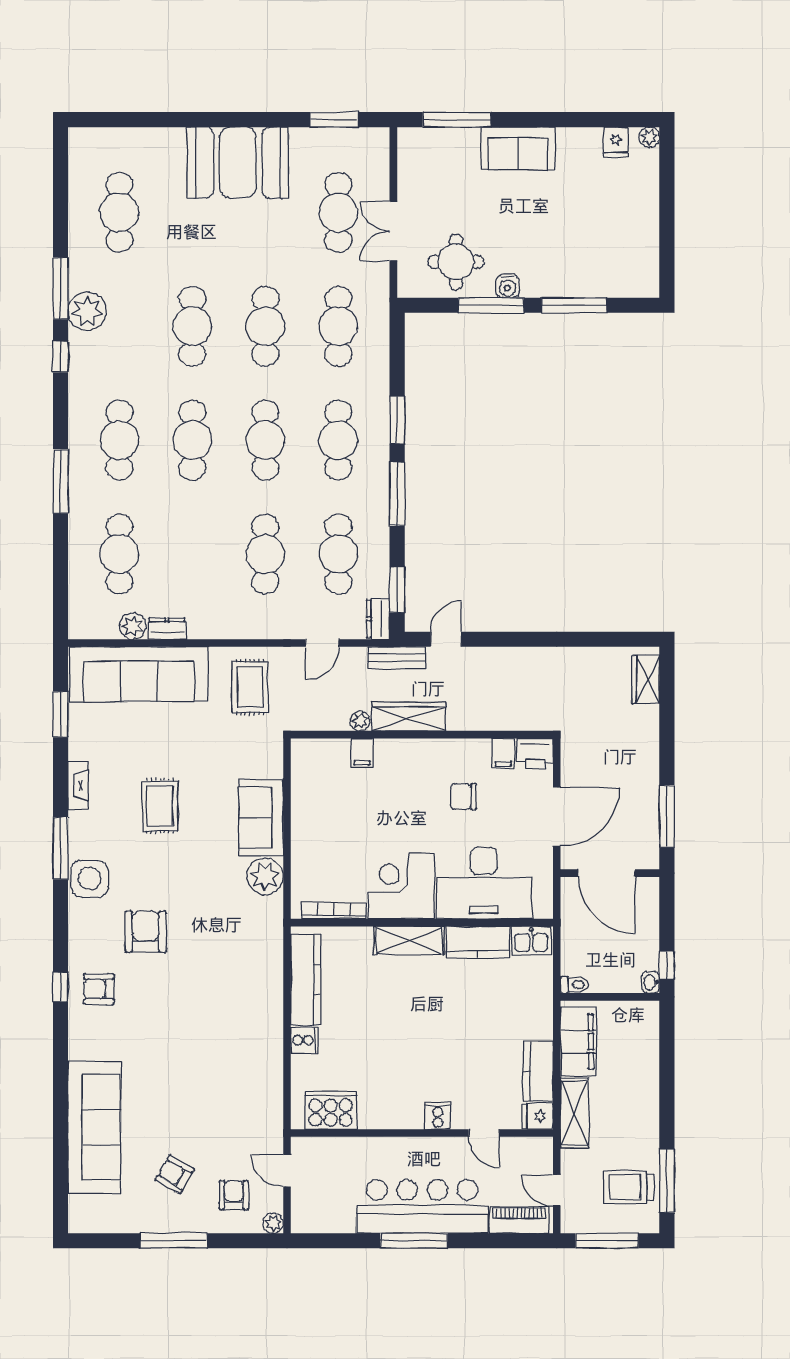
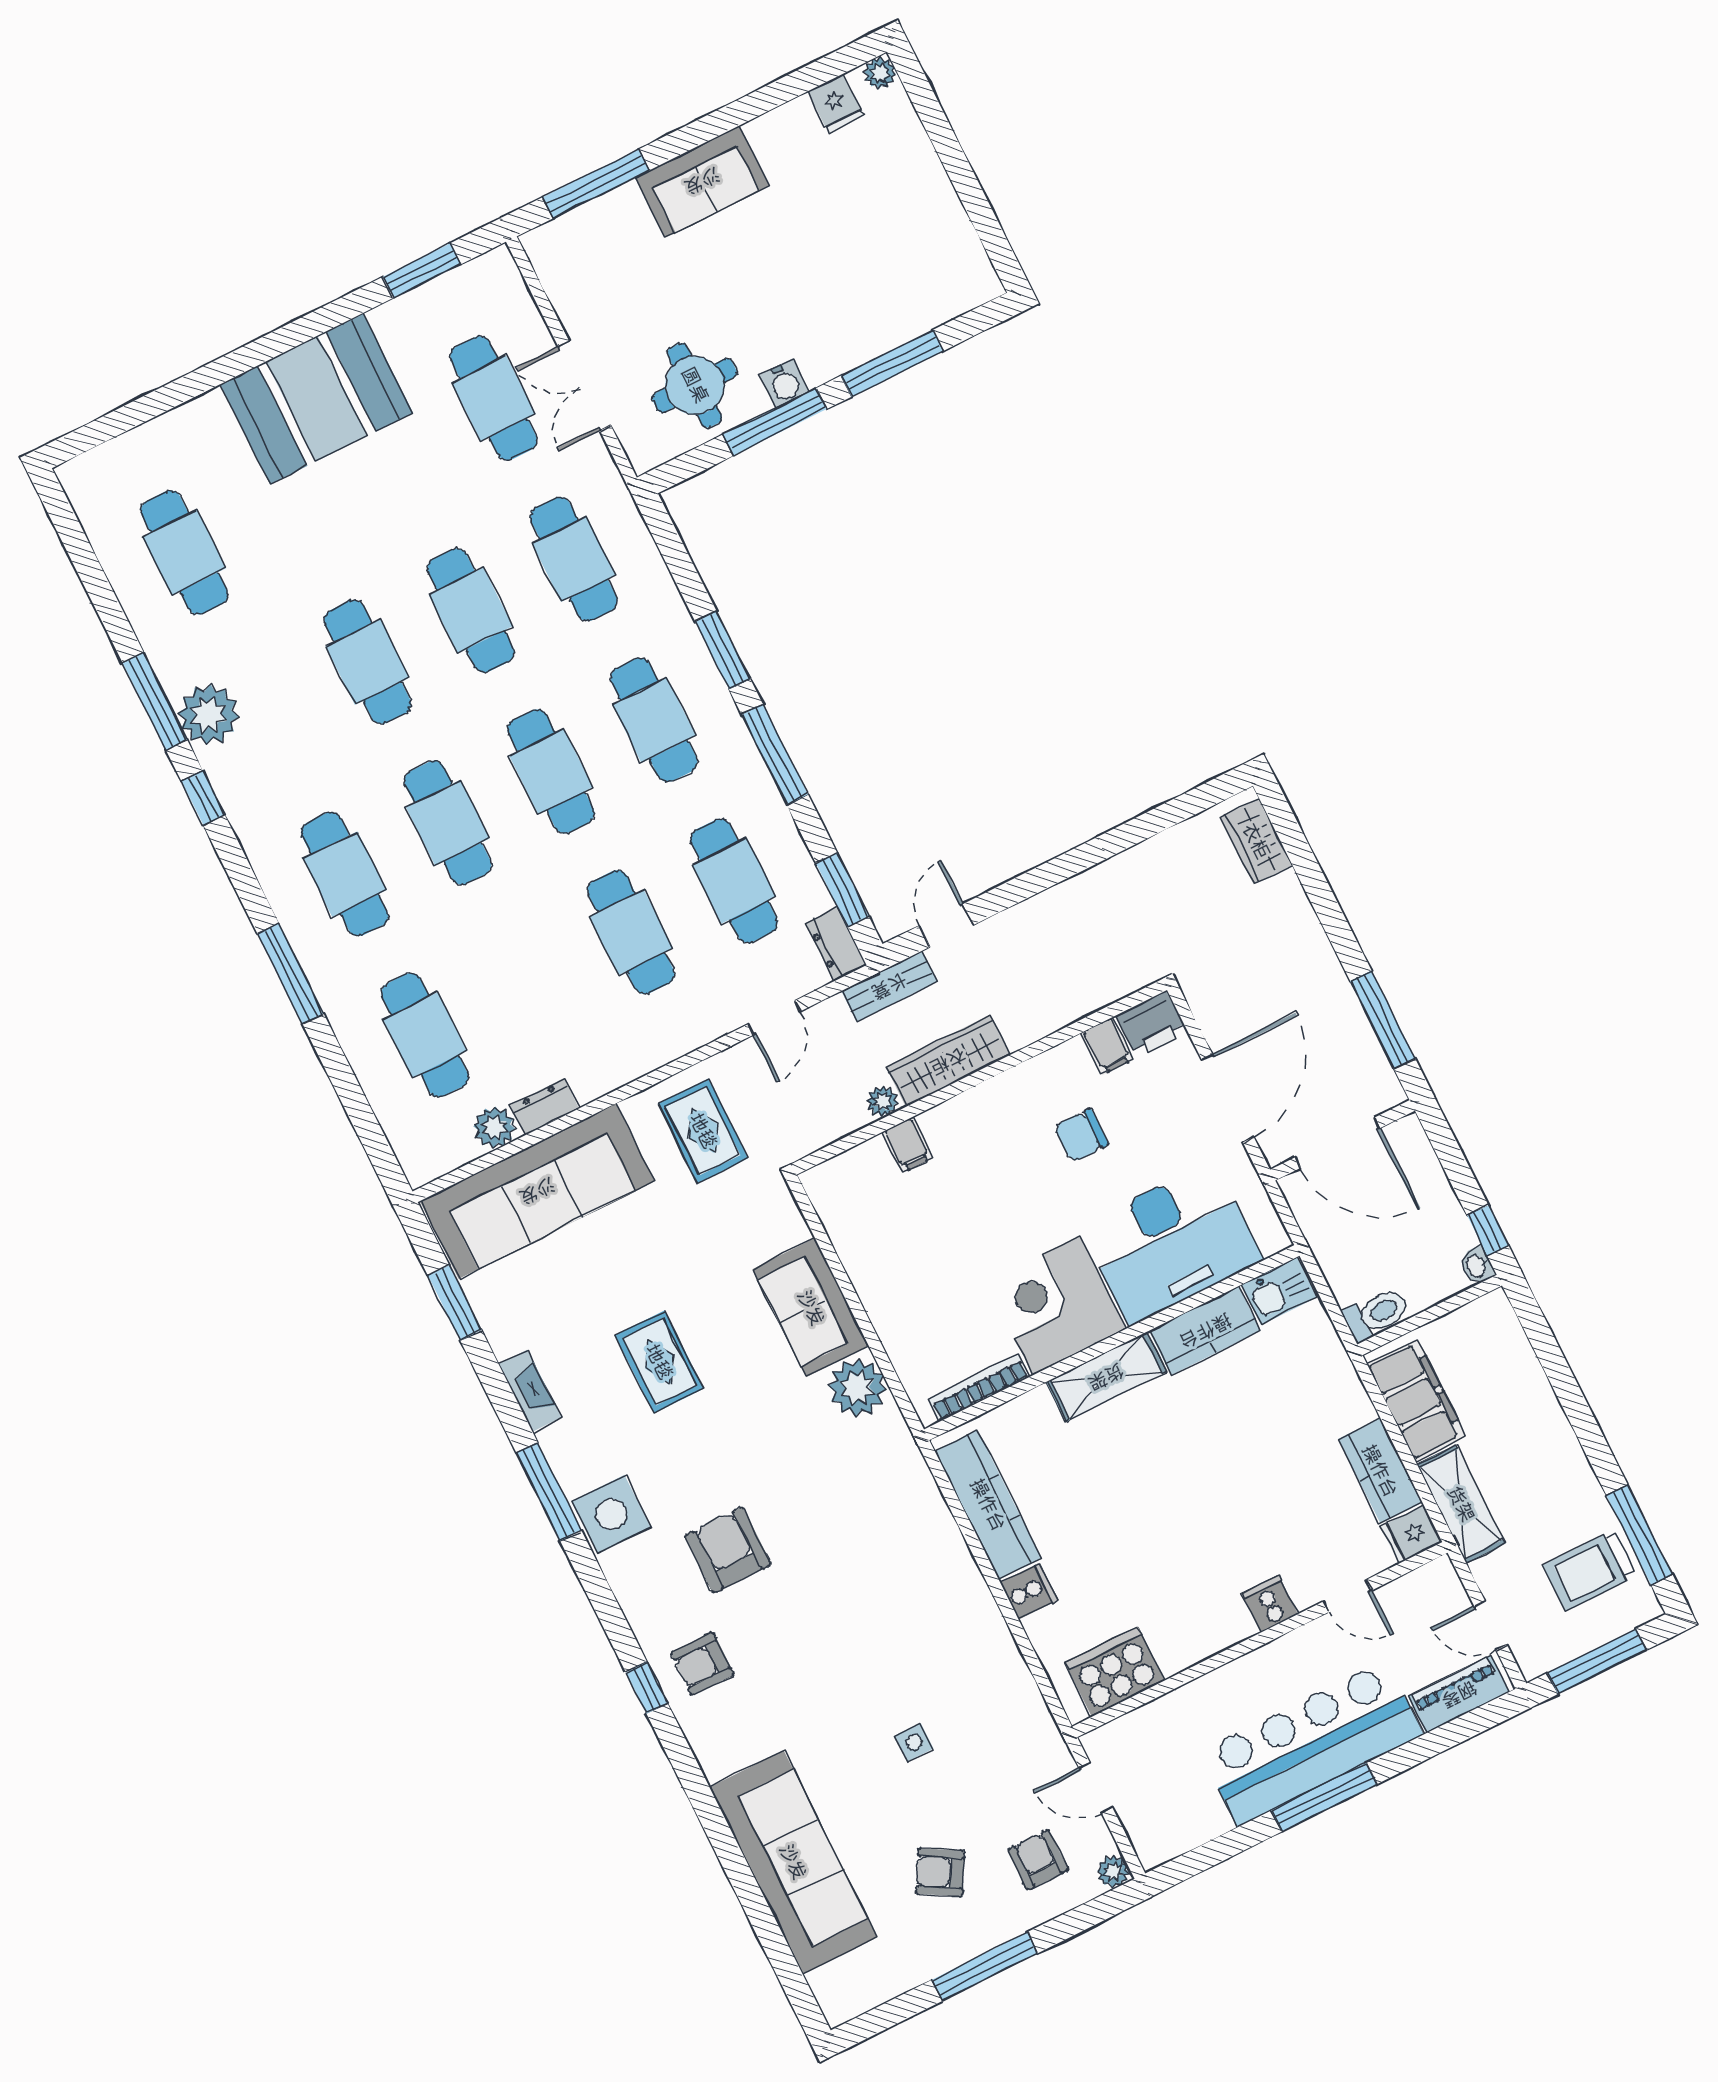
toilet: (575, 985) -> (1376, 1314), width x1.37, depth x1.39
side table: (197, 1093) -> (914, 1742), added

